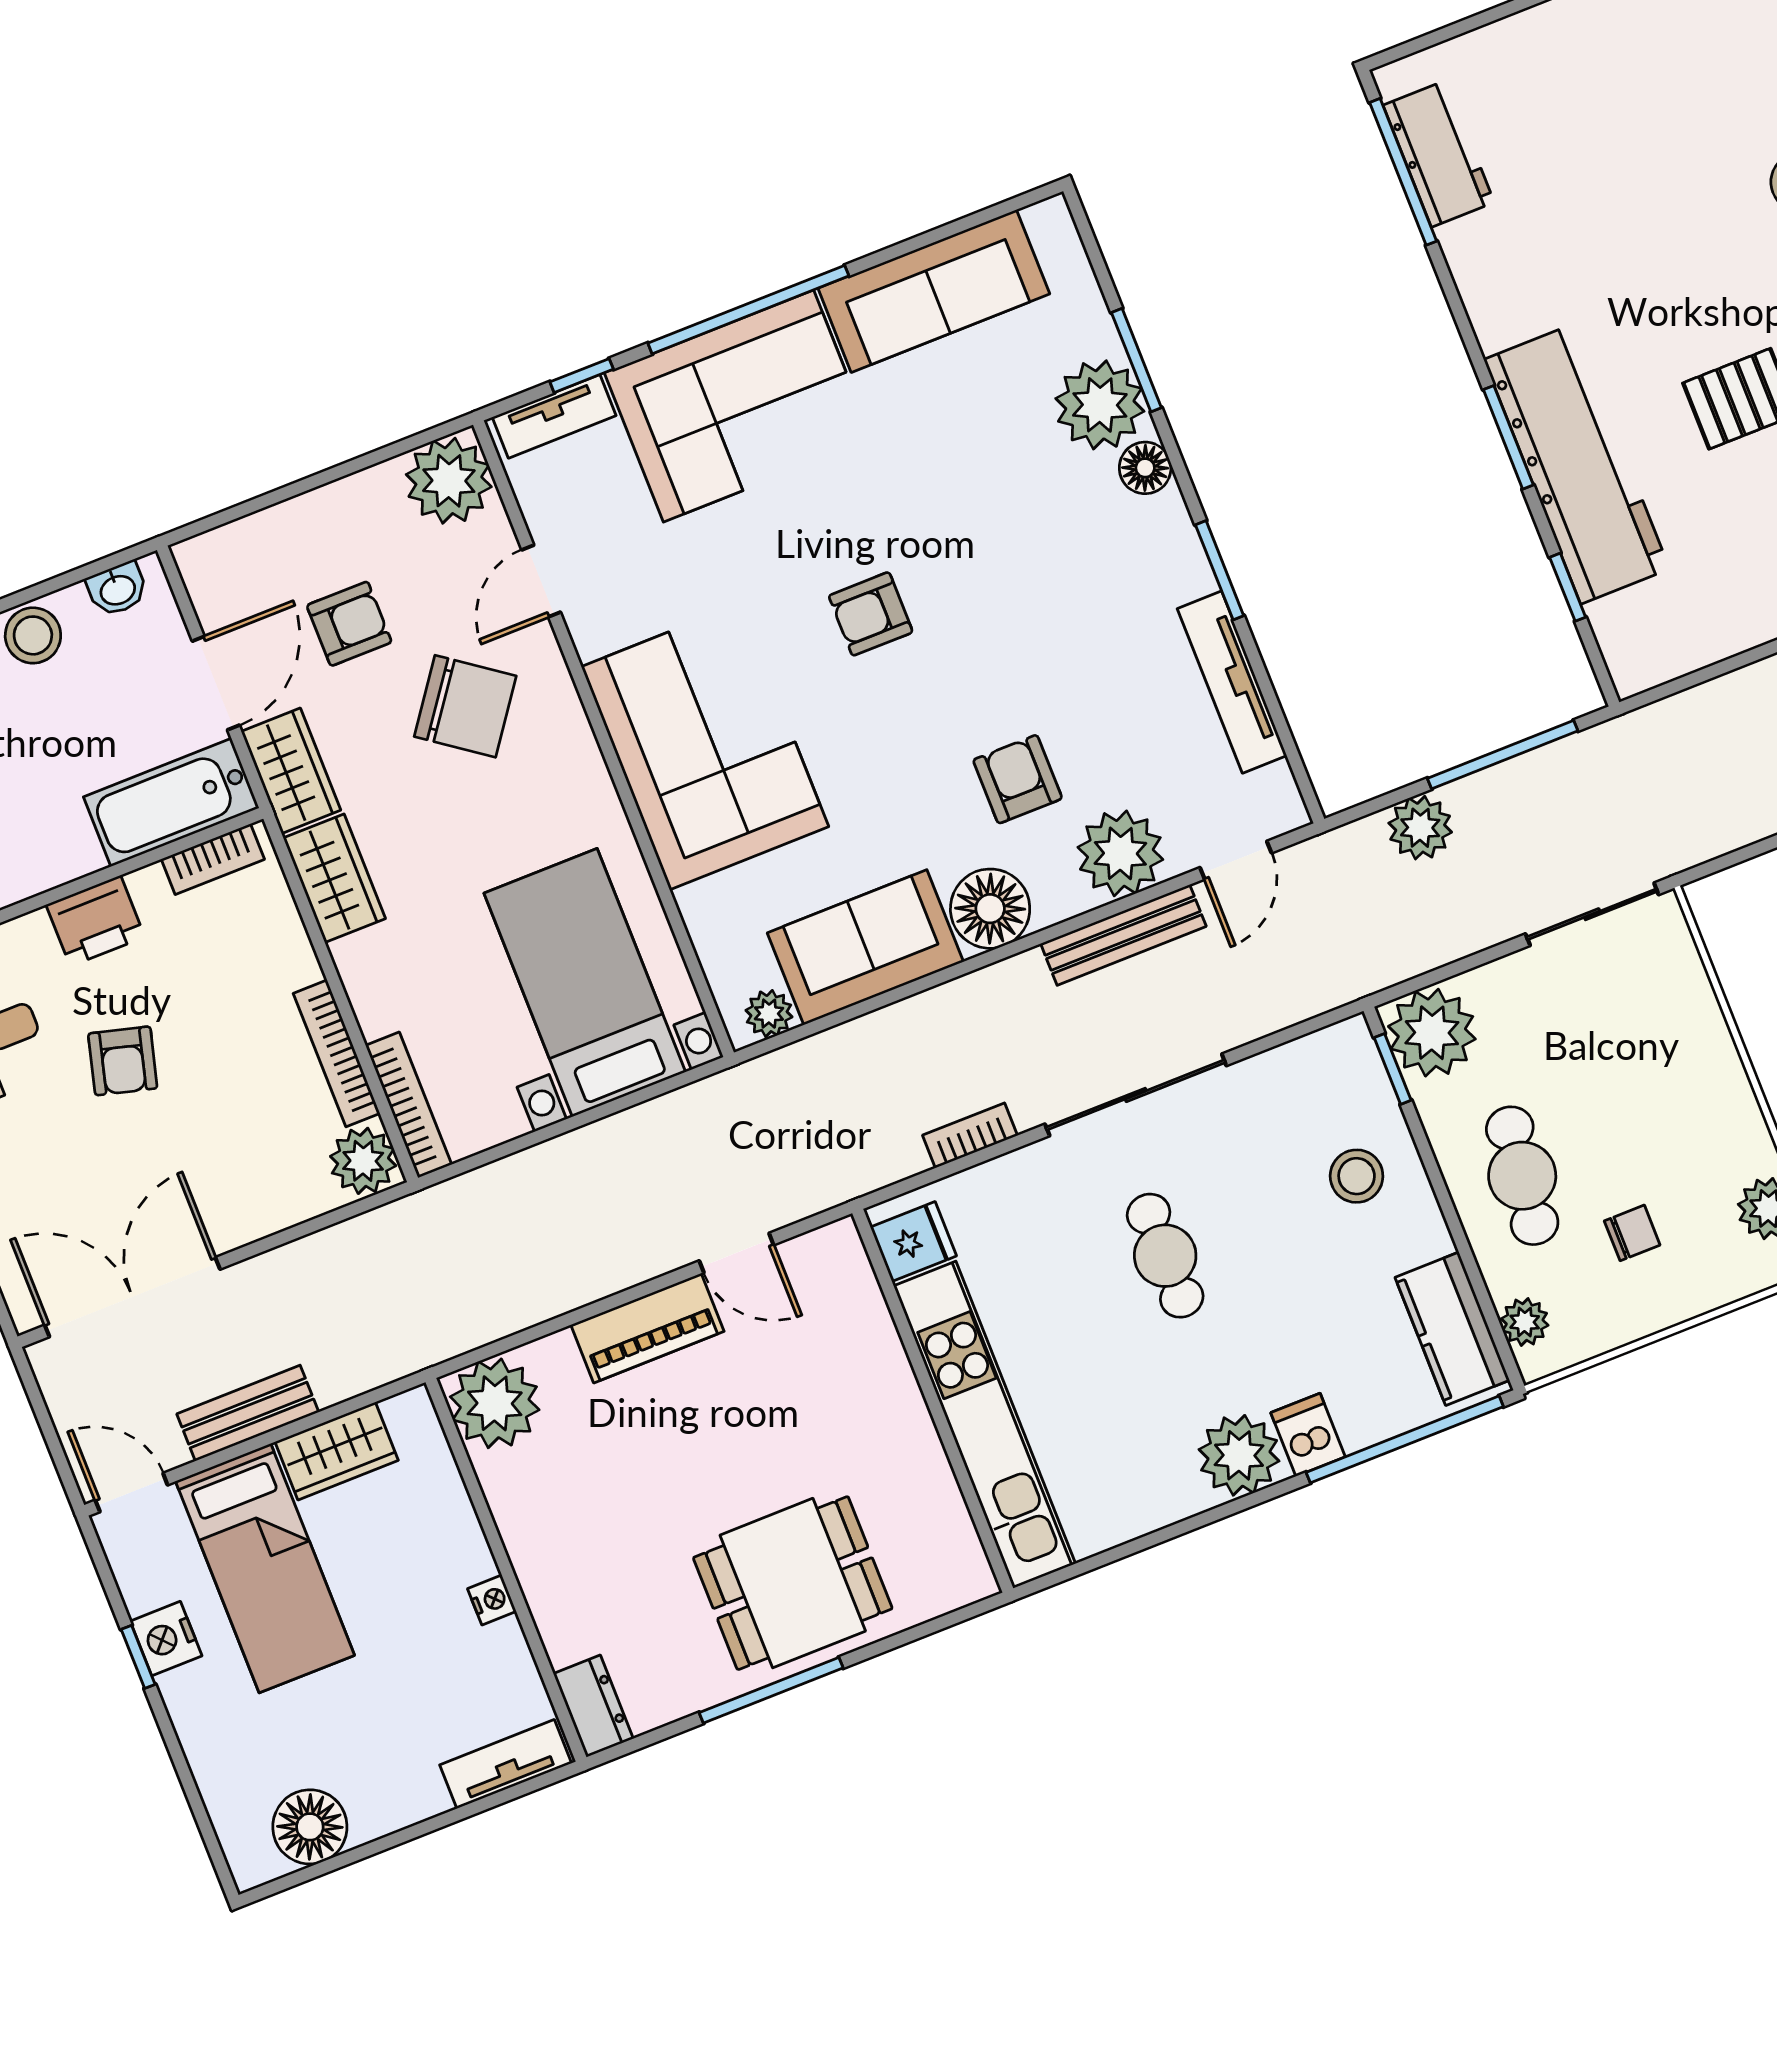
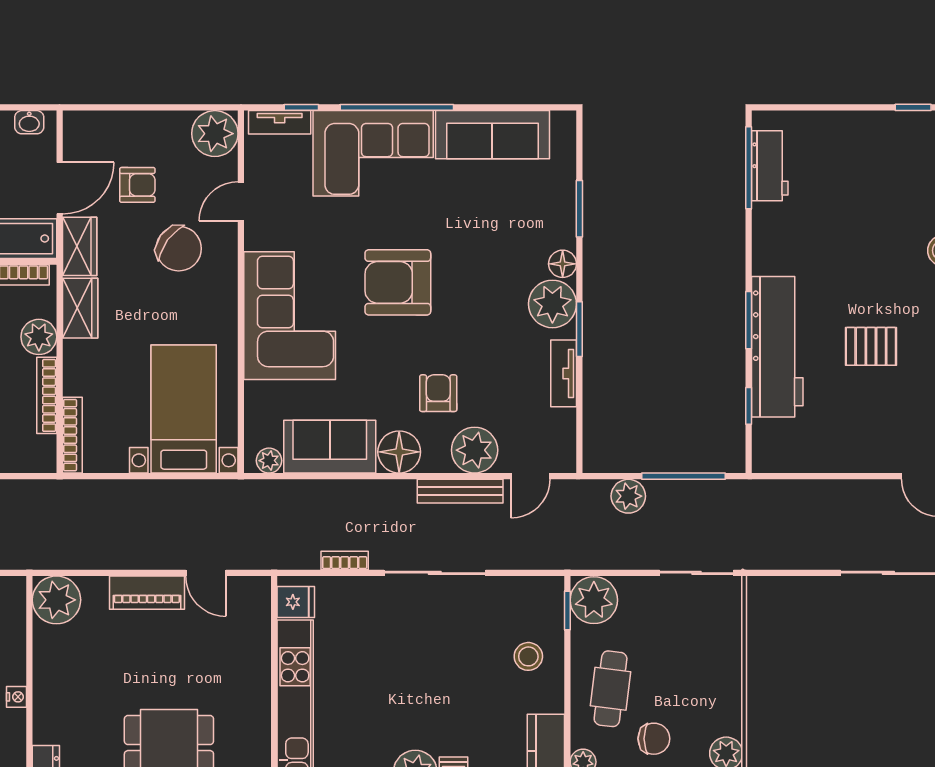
plant: (1100, 405) -> (552, 304), moved
armchair: (871, 614) -> (398, 282), width x1.88, depth x1.88
tv unit: (1232, 682) -> (564, 373), width x0.71
plant: (363, 1161) -> (39, 337), moved
chair: (1632, 1233) -> (654, 739), width x1.37, depth x1.37
cafe table: (1165, 1256) -> (418, 658), removed

